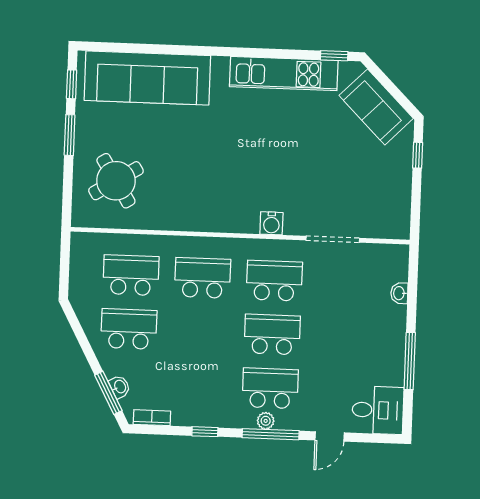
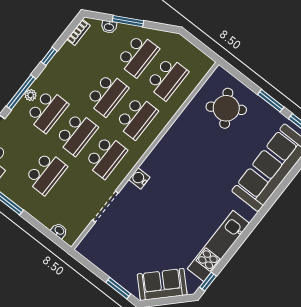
window: (418, 155) -> (118, 288), width x1.50
washbasin: (399, 293) -> (59, 231), moved
school desk: (201, 332) -> (107, 95), added
school desk: (344, 337) -> (46, 173), added
window: (108, 393) -> (128, 21), moved

